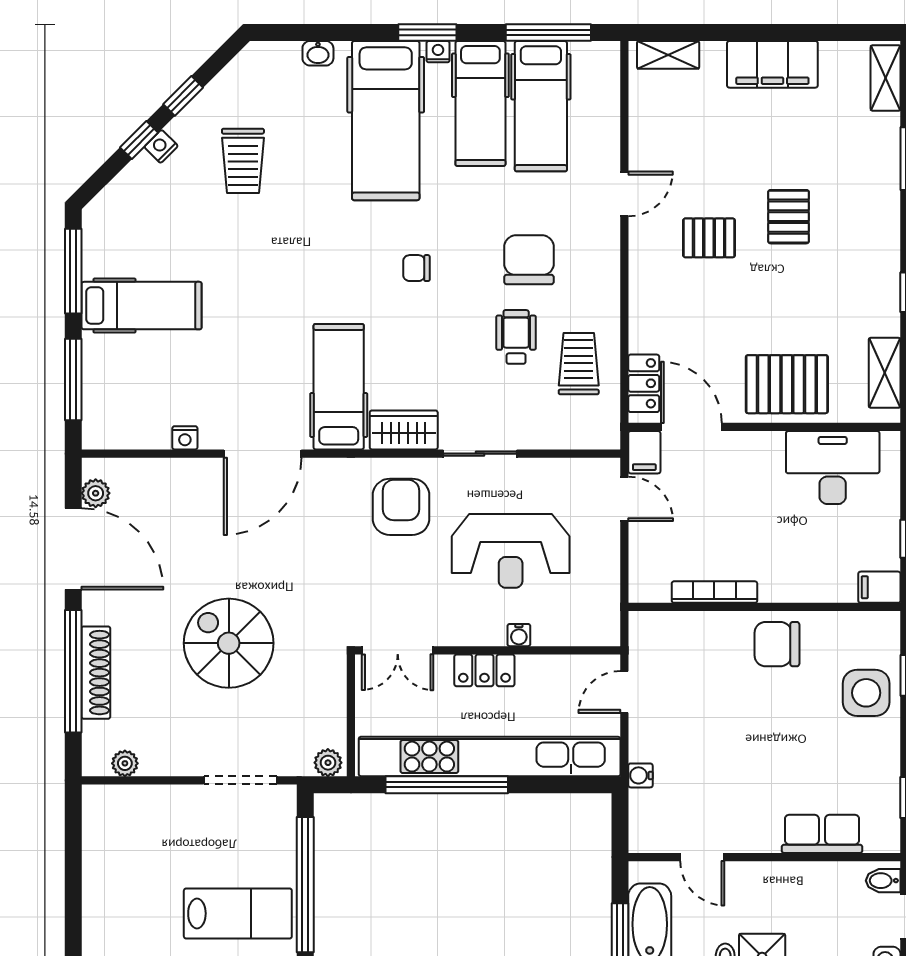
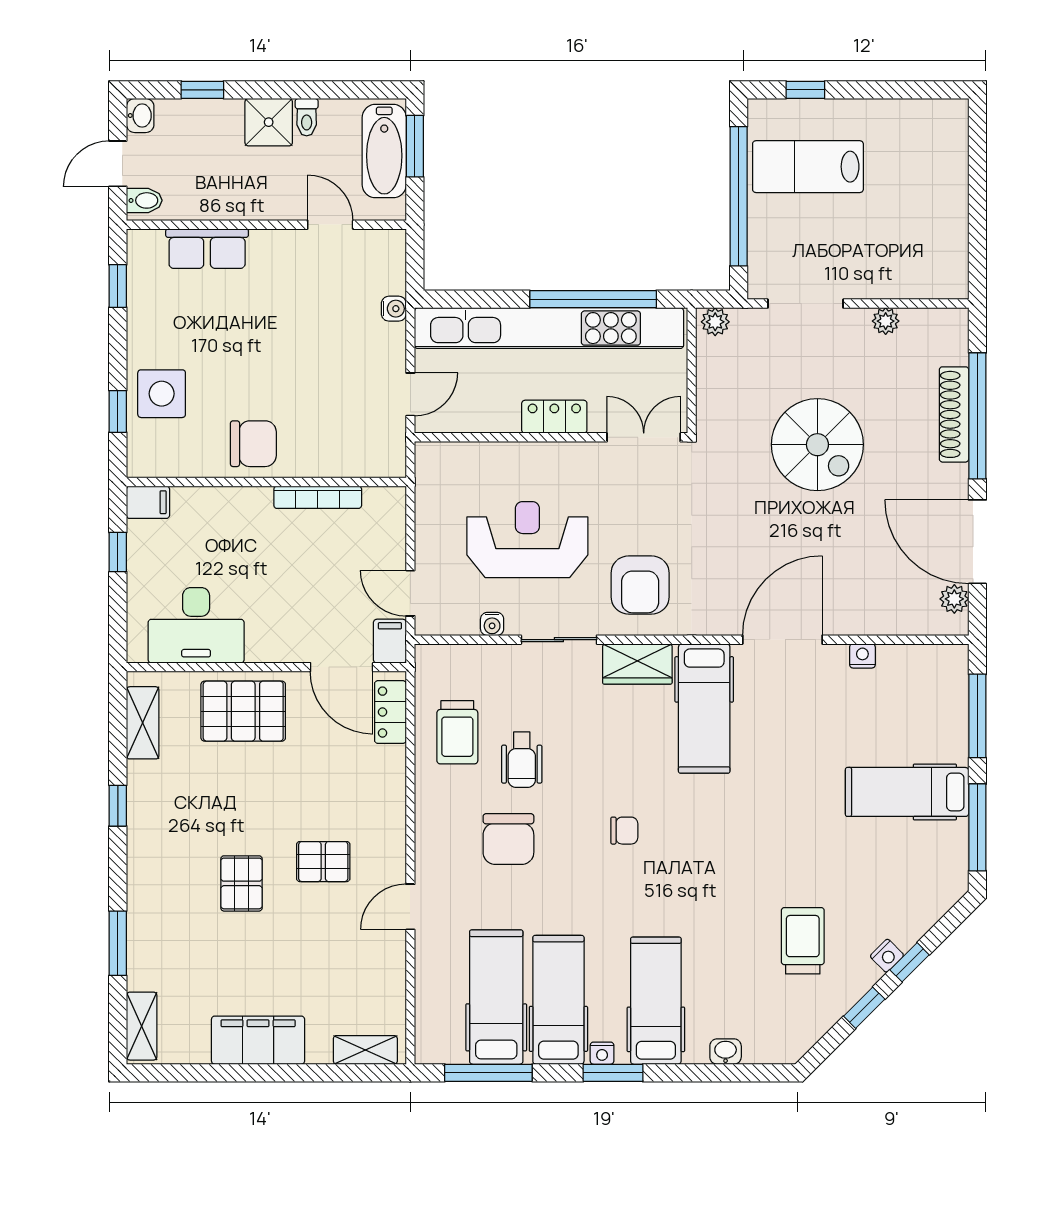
hospital bed: (386, 121) -> (656, 1001), width x0.73, depth x0.78
water cooler: (519, 635) -> (492, 624), moved, turned 180
plant: (125, 763) -> (886, 321), moved

